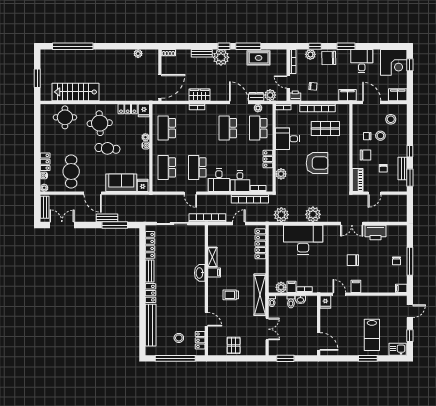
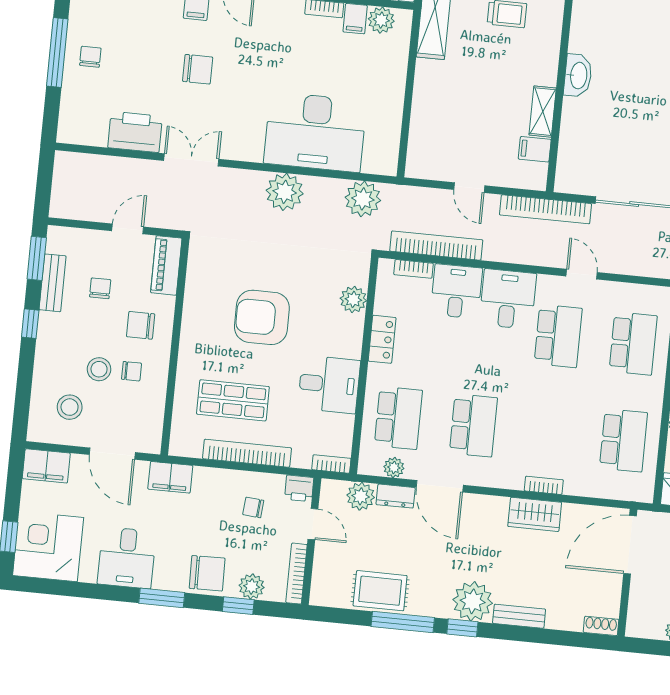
door: (239, 224) -> (469, 188), hinge flipped
locker: (260, 244) -> (421, 132), removed
filing cabinet: (214, 273) -> (535, 149), moved

